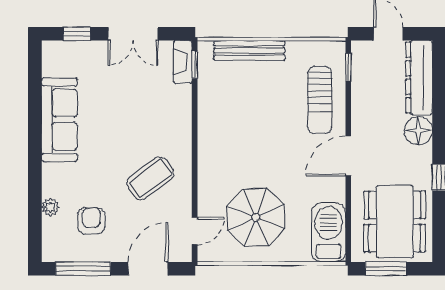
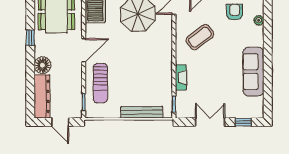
fireplace: (183, 62) -> (181, 77), moved
sun lounger: (320, 100) -> (100, 83), turned 180
armchair: (91, 221) -> (235, 12), turned 180

